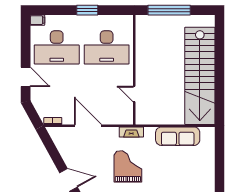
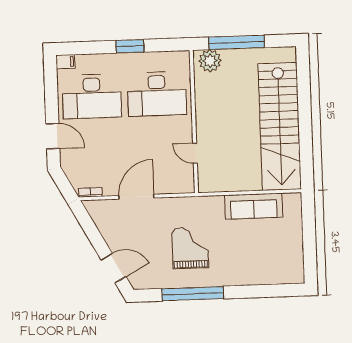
plant: (148, 24) -> (210, 61), added
door: (88, 126) -> (136, 197), hinge flipped
fireplace: (131, 132) -> (193, 203), removed

